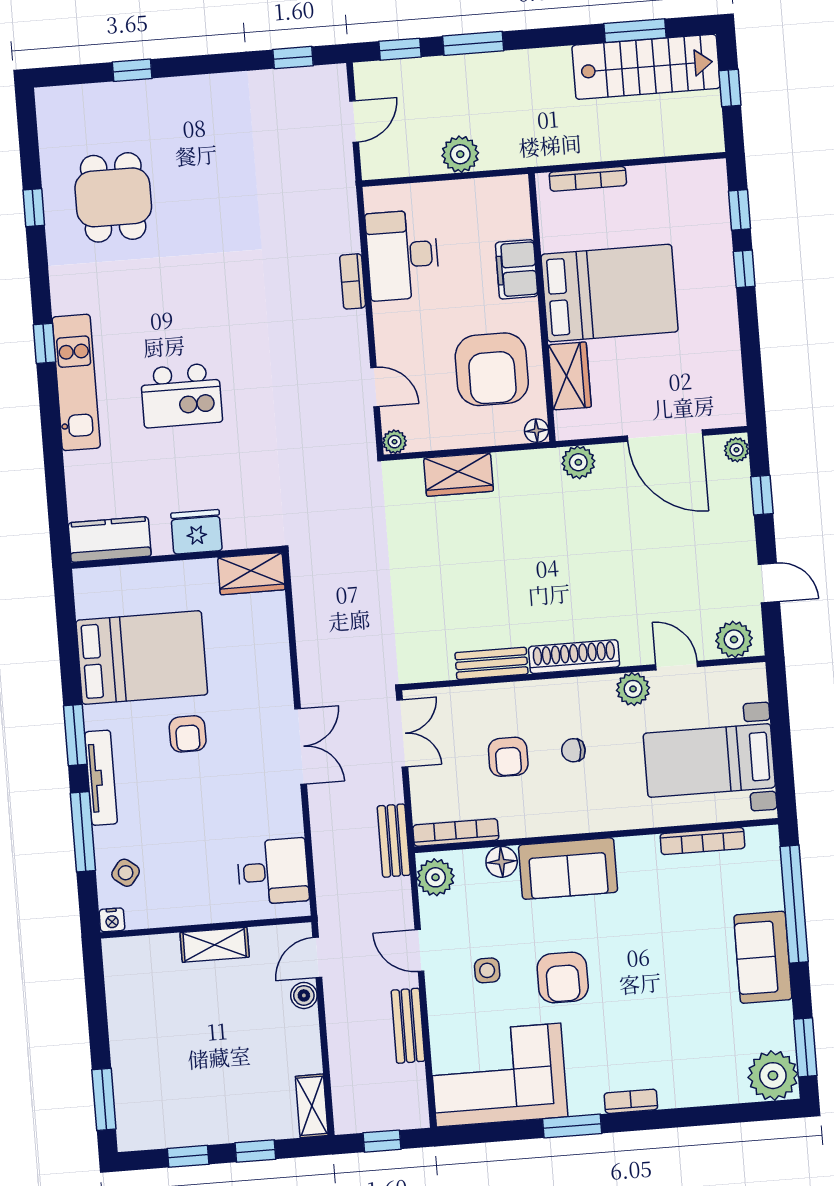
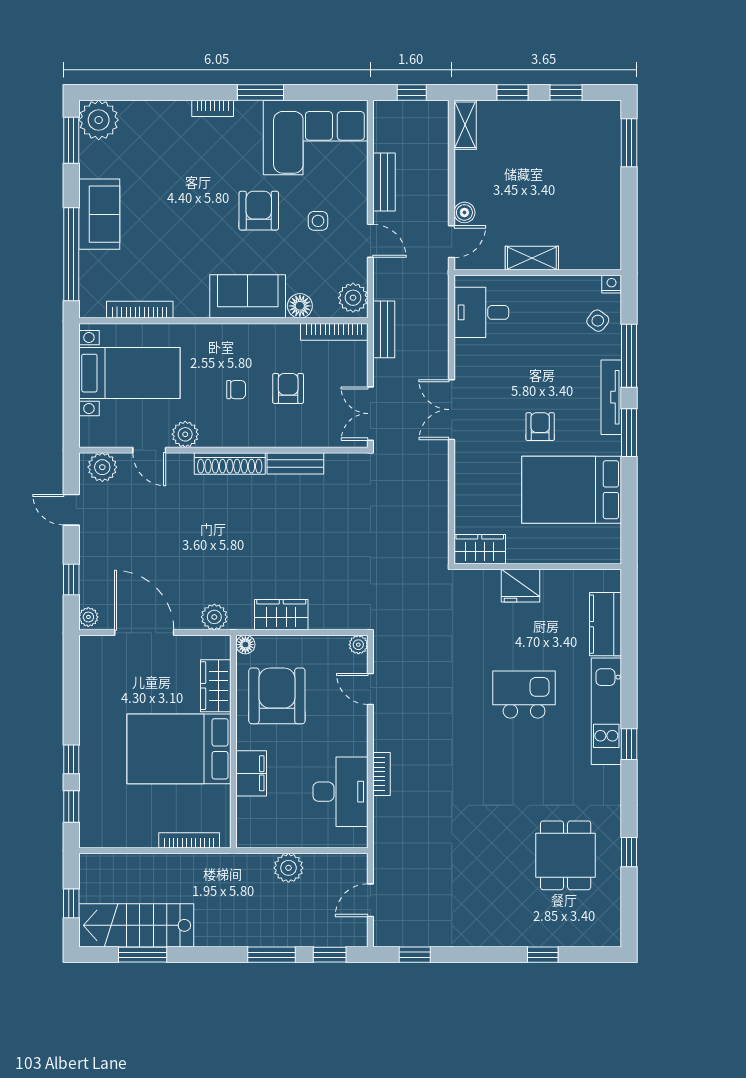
wardrobe: (458, 475) -> (281, 615), moved
kitchen counter: (110, 539) -> (606, 624), moved, turned 90

